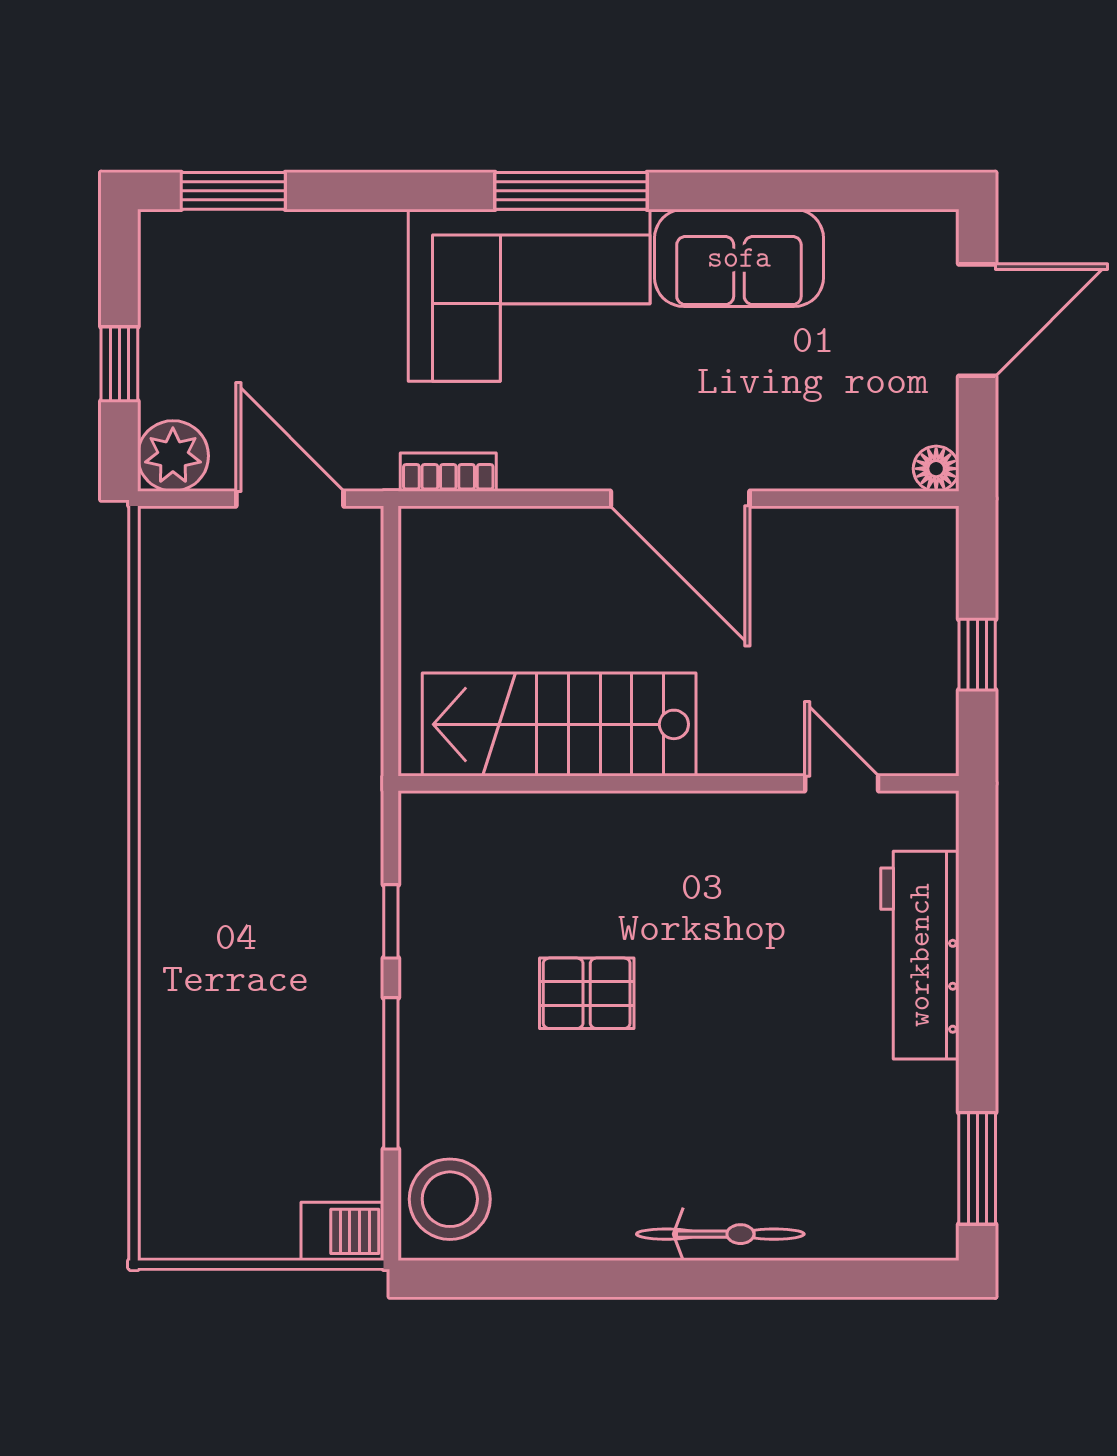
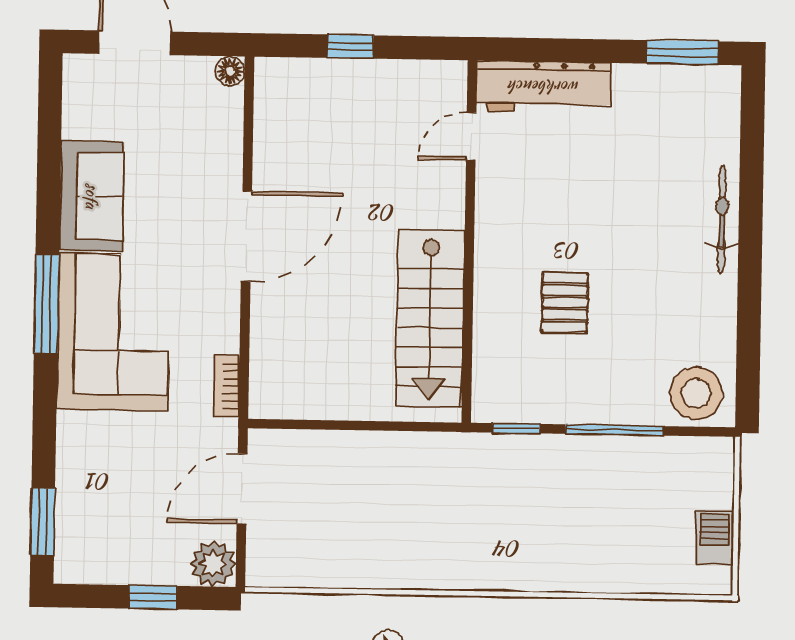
stairs: (559, 724) -> (430, 318), moved
wall: (679, 783) -> (469, 242), moved
door: (842, 783) -> (471, 136), moved
barbecue: (342, 1231) -> (715, 537), moved

